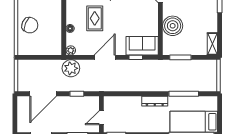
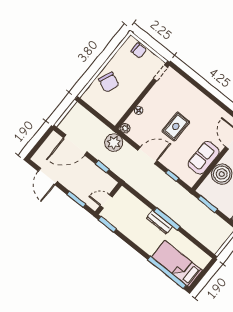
rug: (95, 18) -> (176, 126), moved
sofa: (142, 46) -> (204, 158), moved, turned -90
window: (184, 94) -> (167, 219), moved

